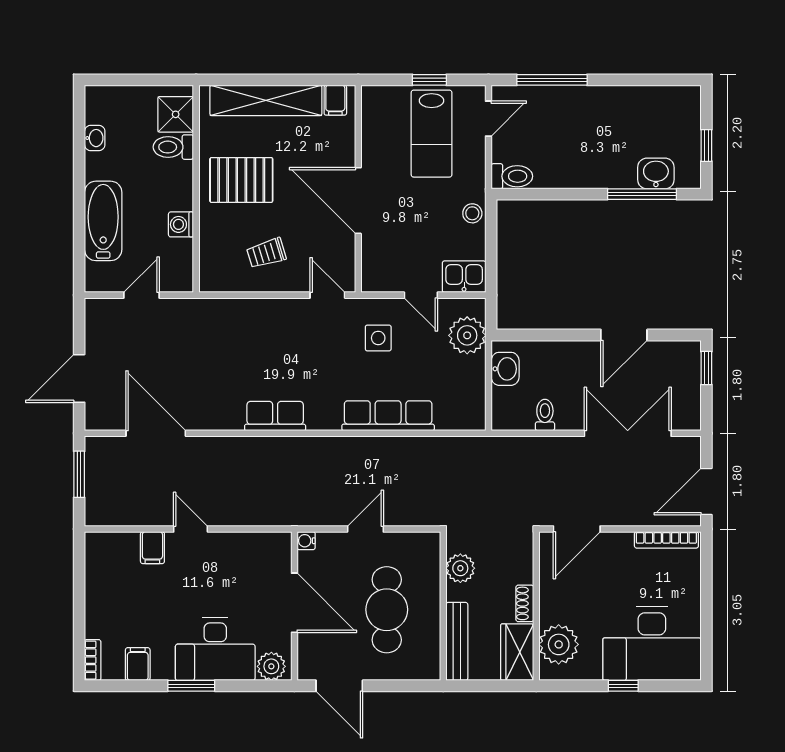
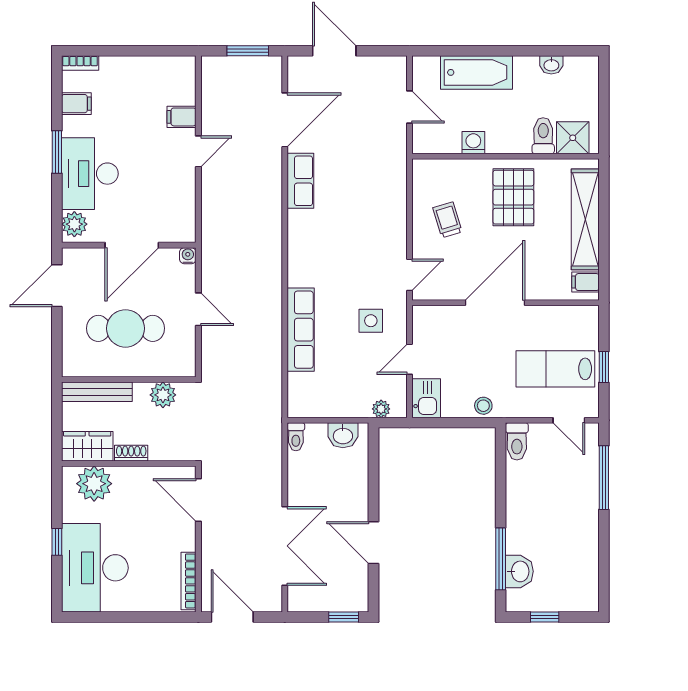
plant: (467, 335) -> (381, 409), width x0.53, depth x0.53
toilet: (545, 415) -> (296, 437), moved, turned 90
row of seats: (275, 416) -> (300, 181), moved

